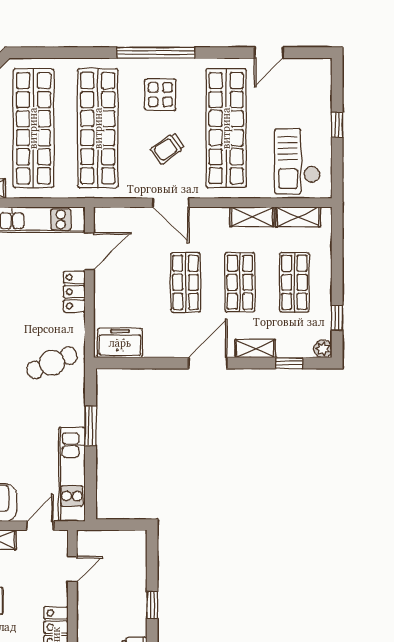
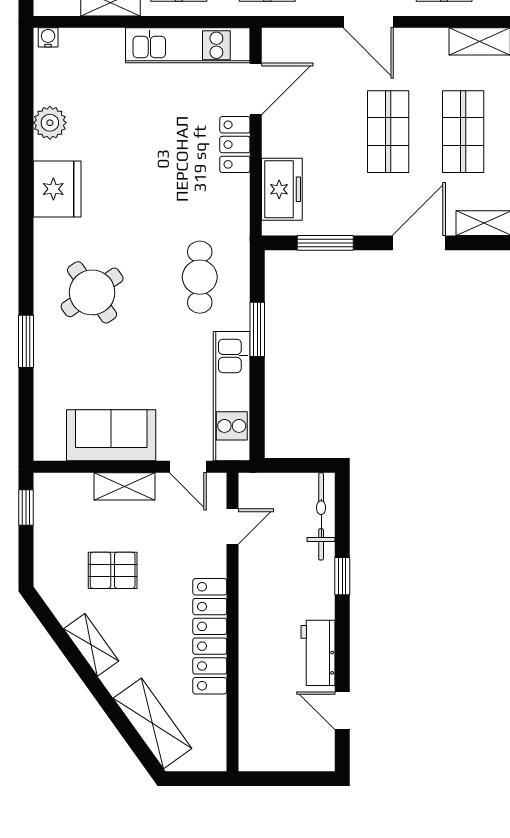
freezer: (120, 343) -> (282, 189), moved, turned 90
cafe table: (52, 363) -> (200, 277), moved, turned -67
window: (140, 363) -> (325, 243), added
door: (40, 526) -> (188, 467), swing flipped
bicycle: (137, 562) -> (321, 516), added

